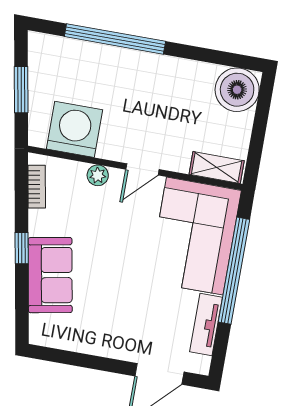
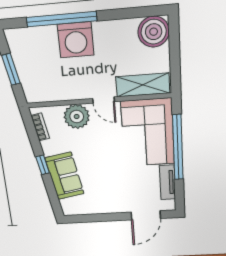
washing machine: (74, 129) -> (76, 40), moved, turned 180
shelving: (217, 167) -> (143, 85), width x1.50, depth x1.33
door: (142, 169) -> (104, 100), hinge flipped
plant: (98, 175) -> (77, 117), width x1.88, depth x1.88

